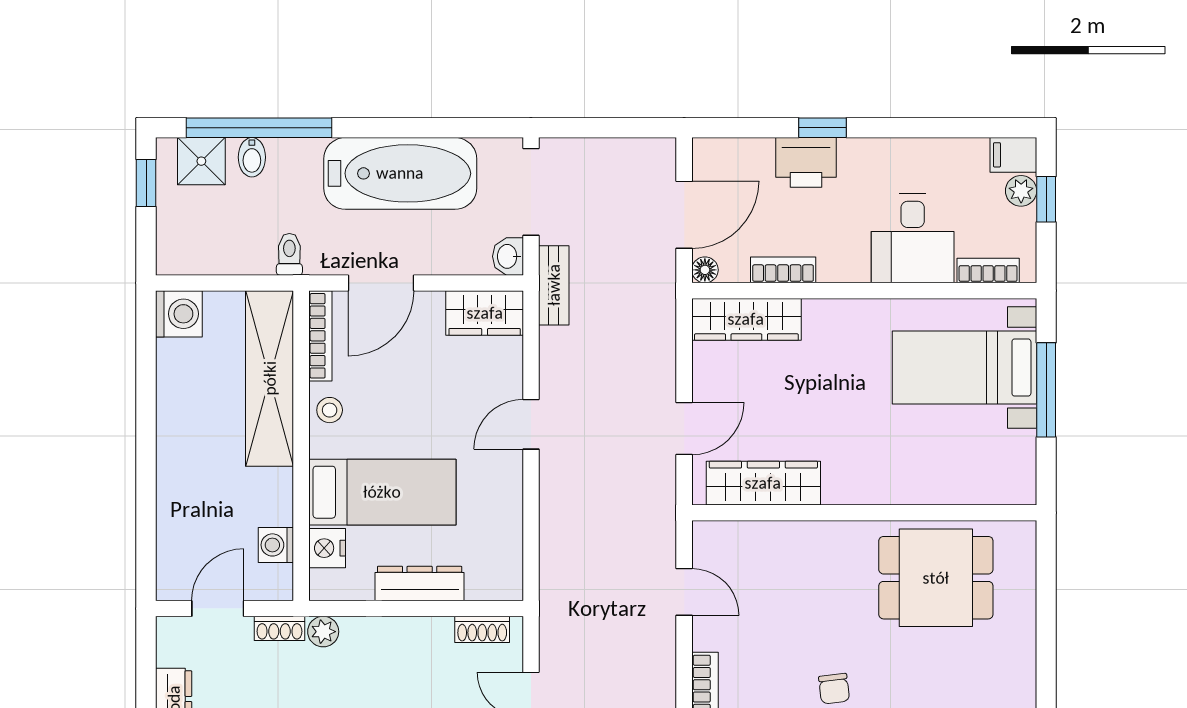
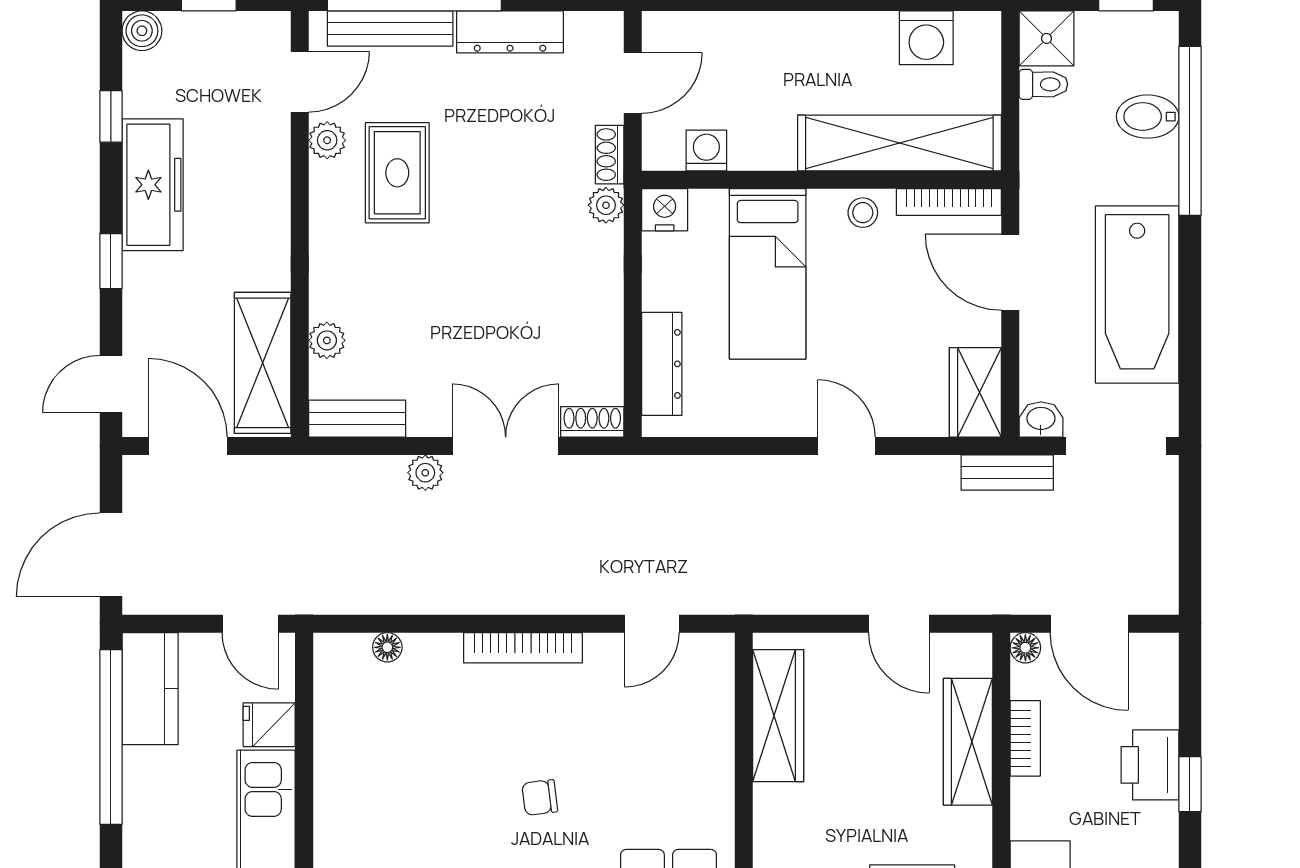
bidet: (252, 157) -> (1148, 117), width x1.38, depth x1.36
shower: (201, 161) -> (1047, 38), moved
toilet: (289, 254) -> (1043, 84), moved
washing machine: (179, 314) -> (926, 38), moved
wardrobe: (746, 319) -> (968, 742), moved
door: (684, 429) -> (899, 624), moved
nightstand: (327, 548) -> (665, 210), moved
dresser: (420, 583) -> (662, 364), moved
door: (218, 609) -> (633, 83), hinge flipped
shoe rack: (482, 629) -> (592, 422), moved, turned 90

